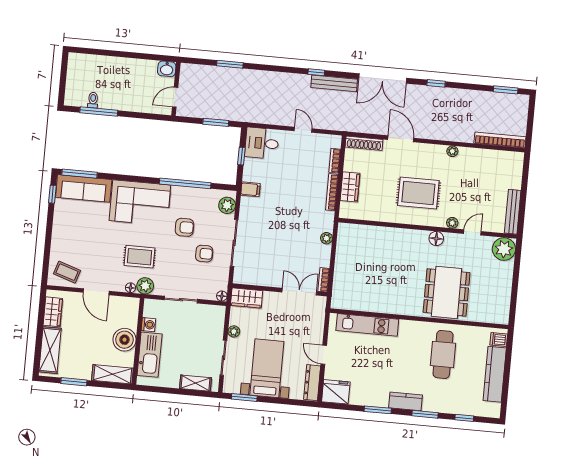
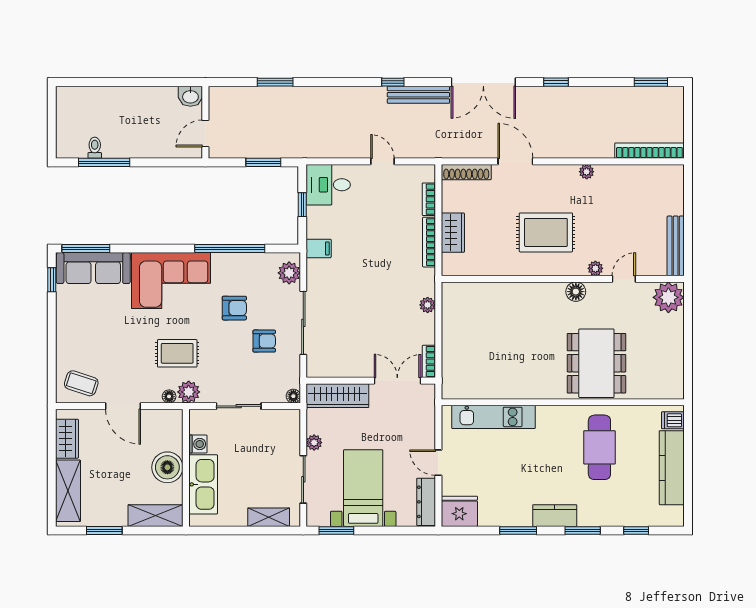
wardrobe: (247, 298) -> (337, 396), width x1.50

